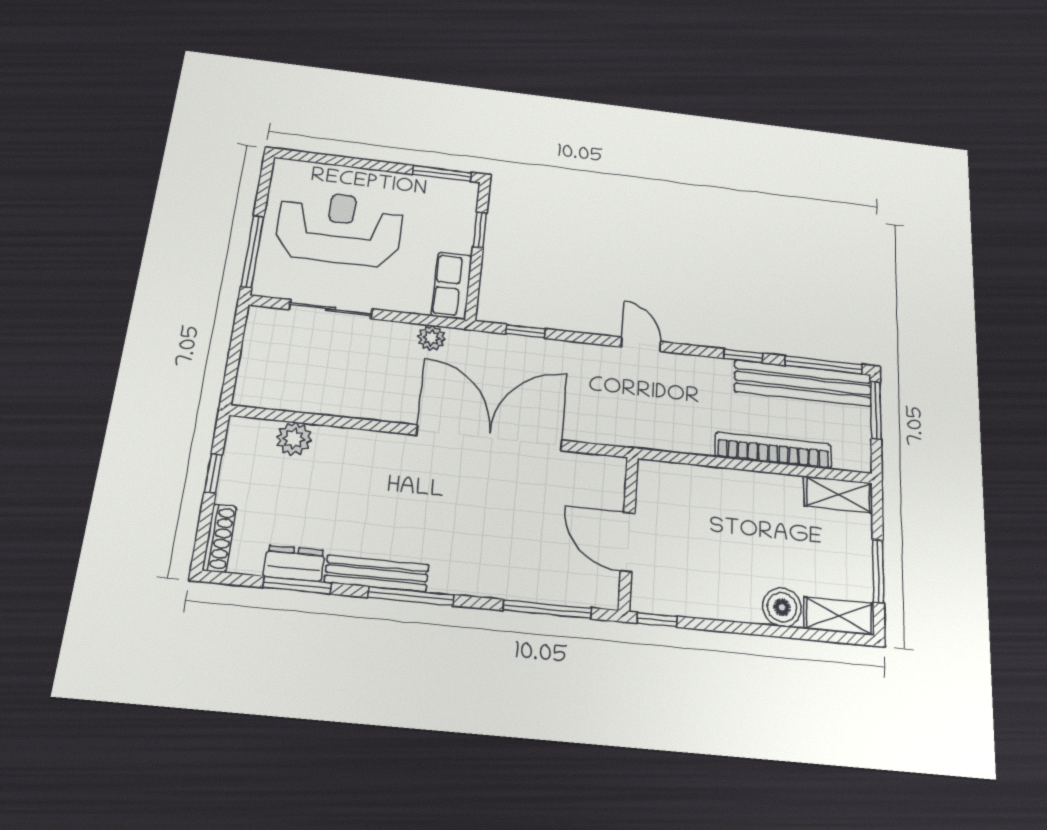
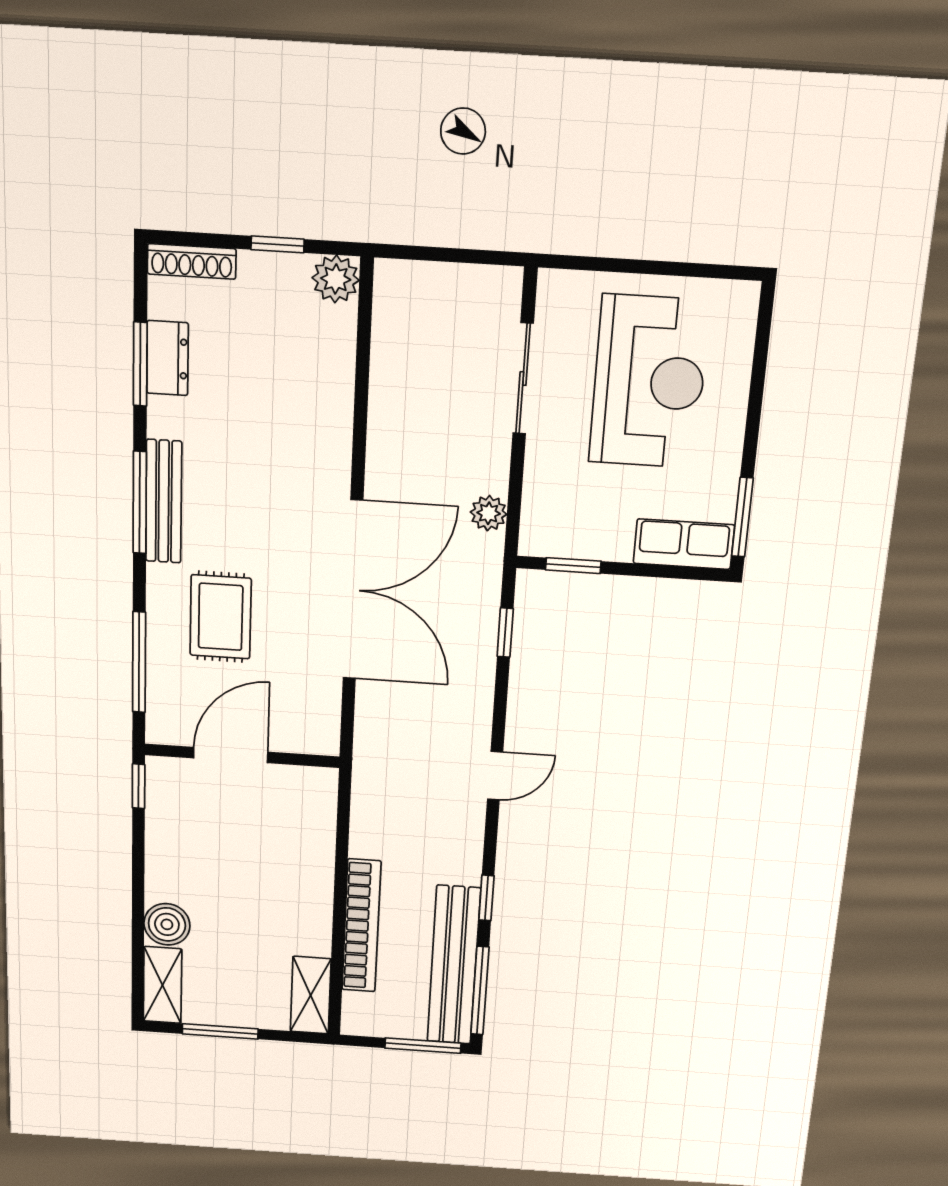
window: (480, 230) -> (573, 566), moved
window: (252, 251) -> (607, 265), removed
row of seats: (452, 286) -> (684, 544), moved
plant: (294, 439) -> (336, 279), moved
rug: (509, 540) -> (221, 617), added
bench: (377, 573) -> (164, 502), moved

